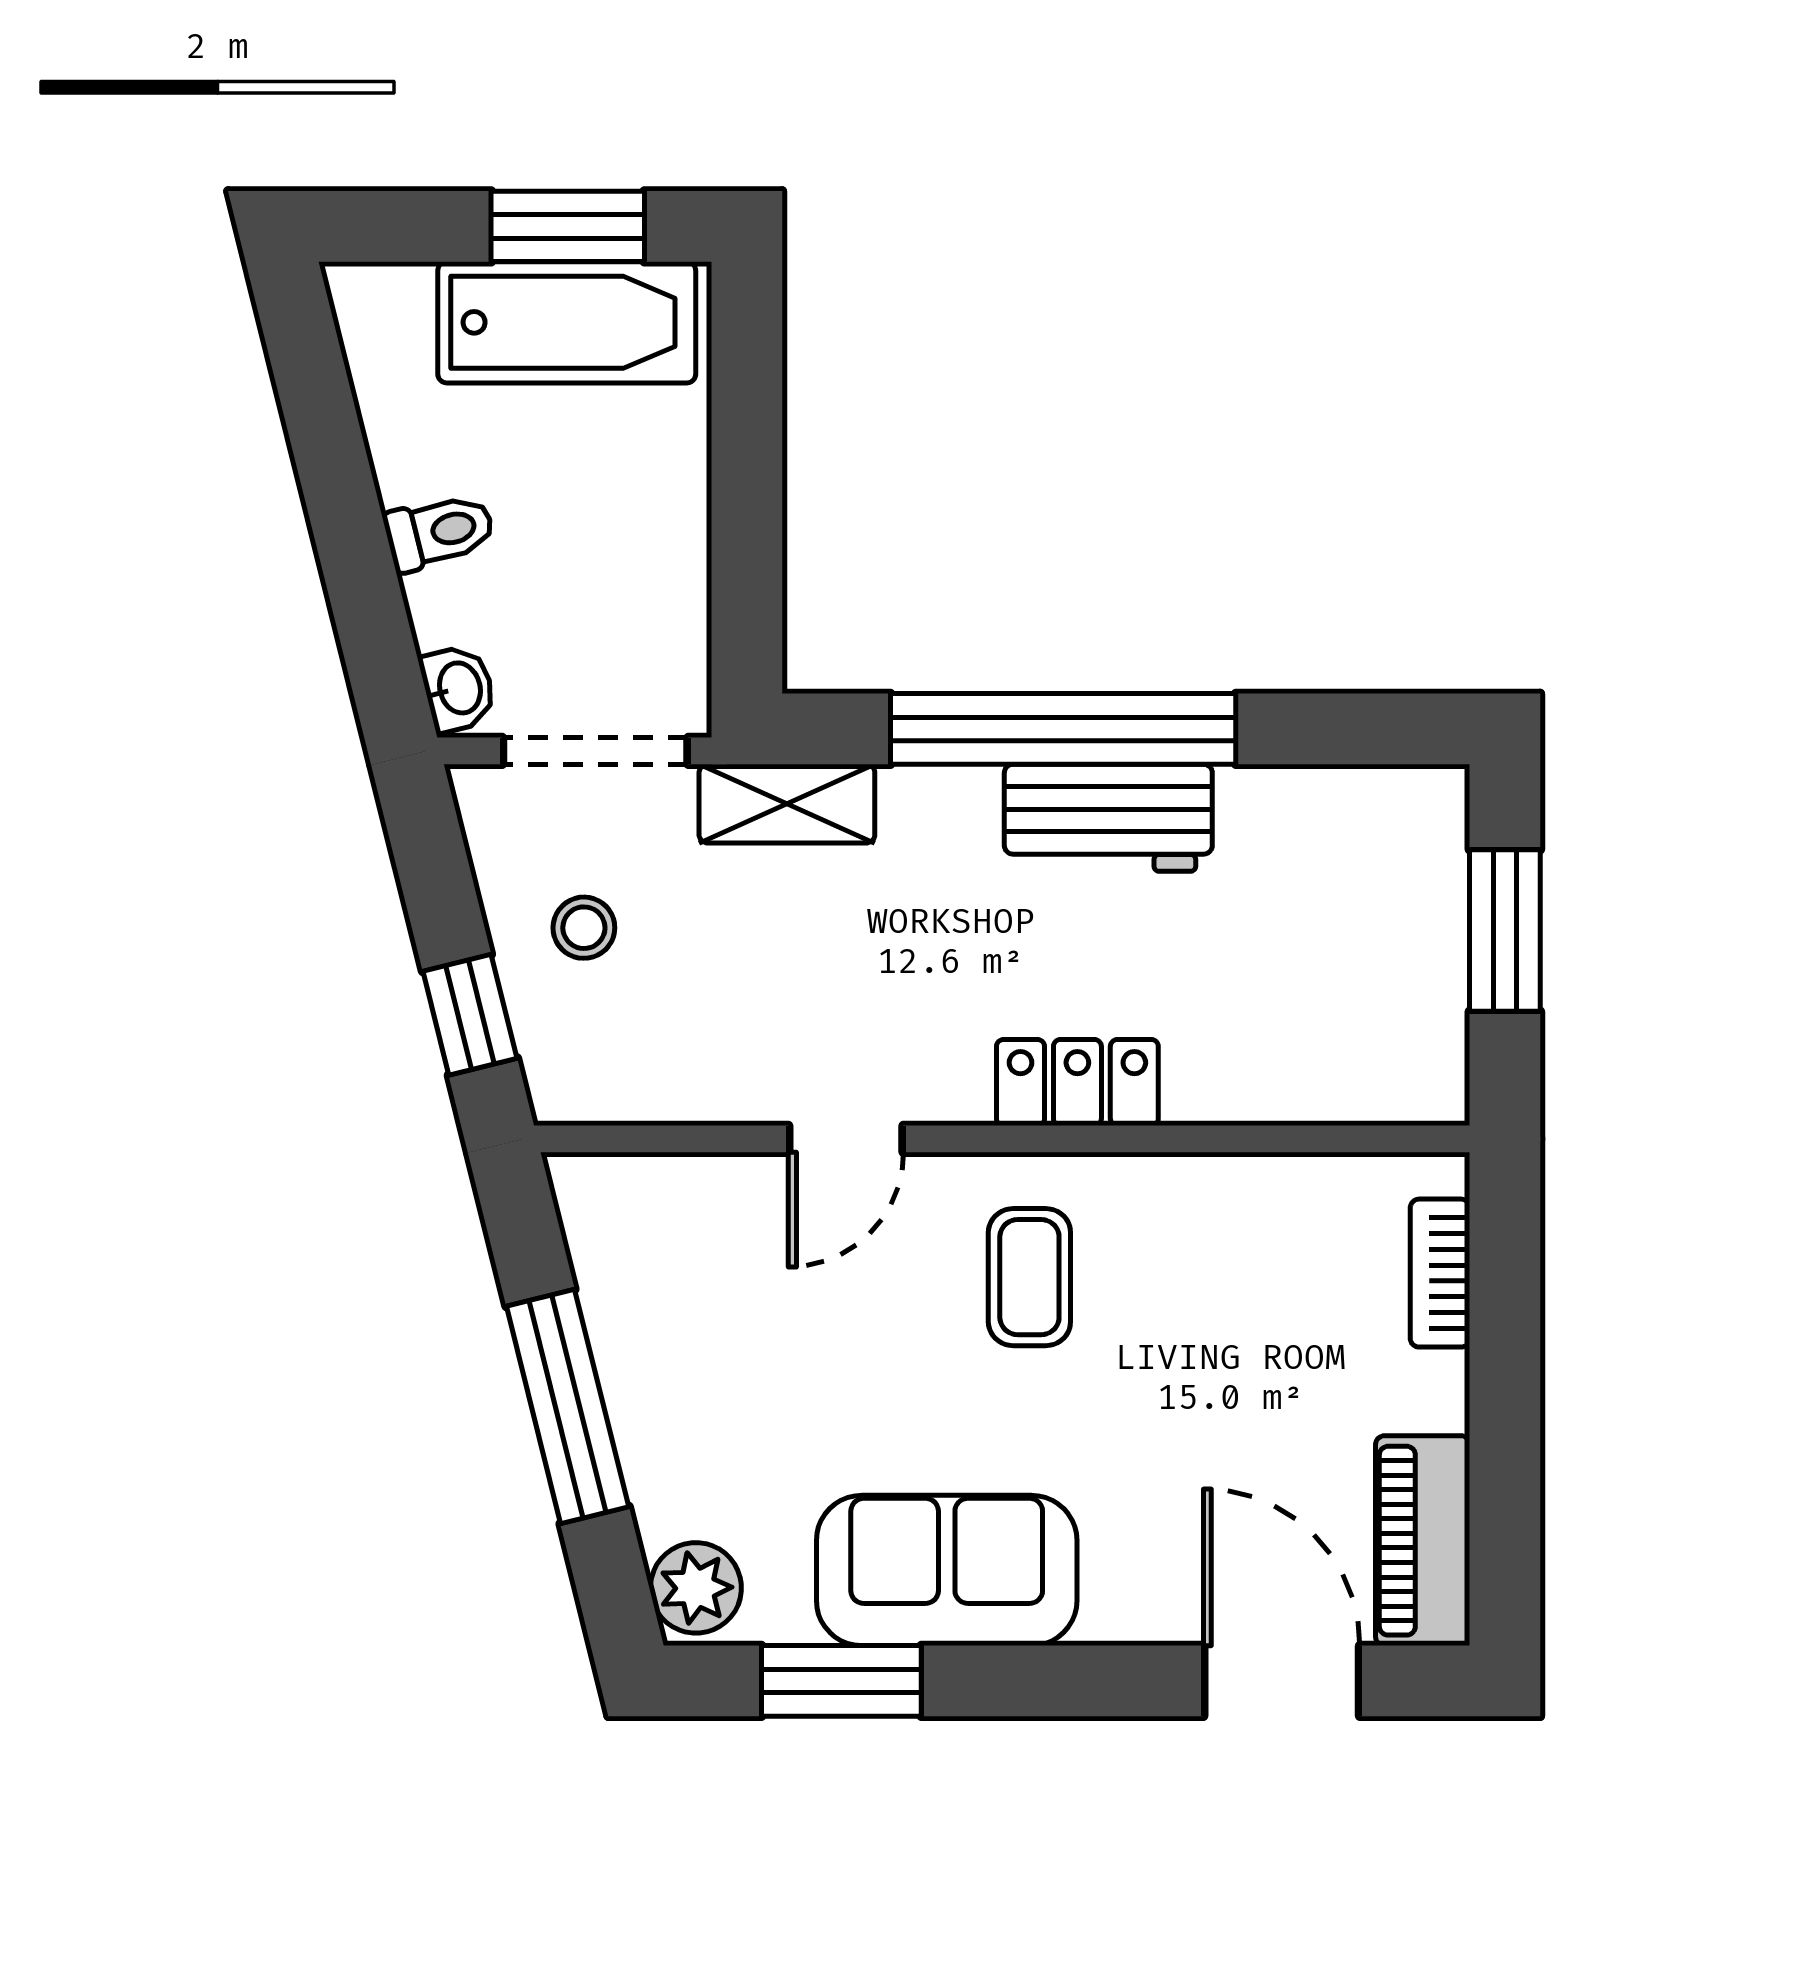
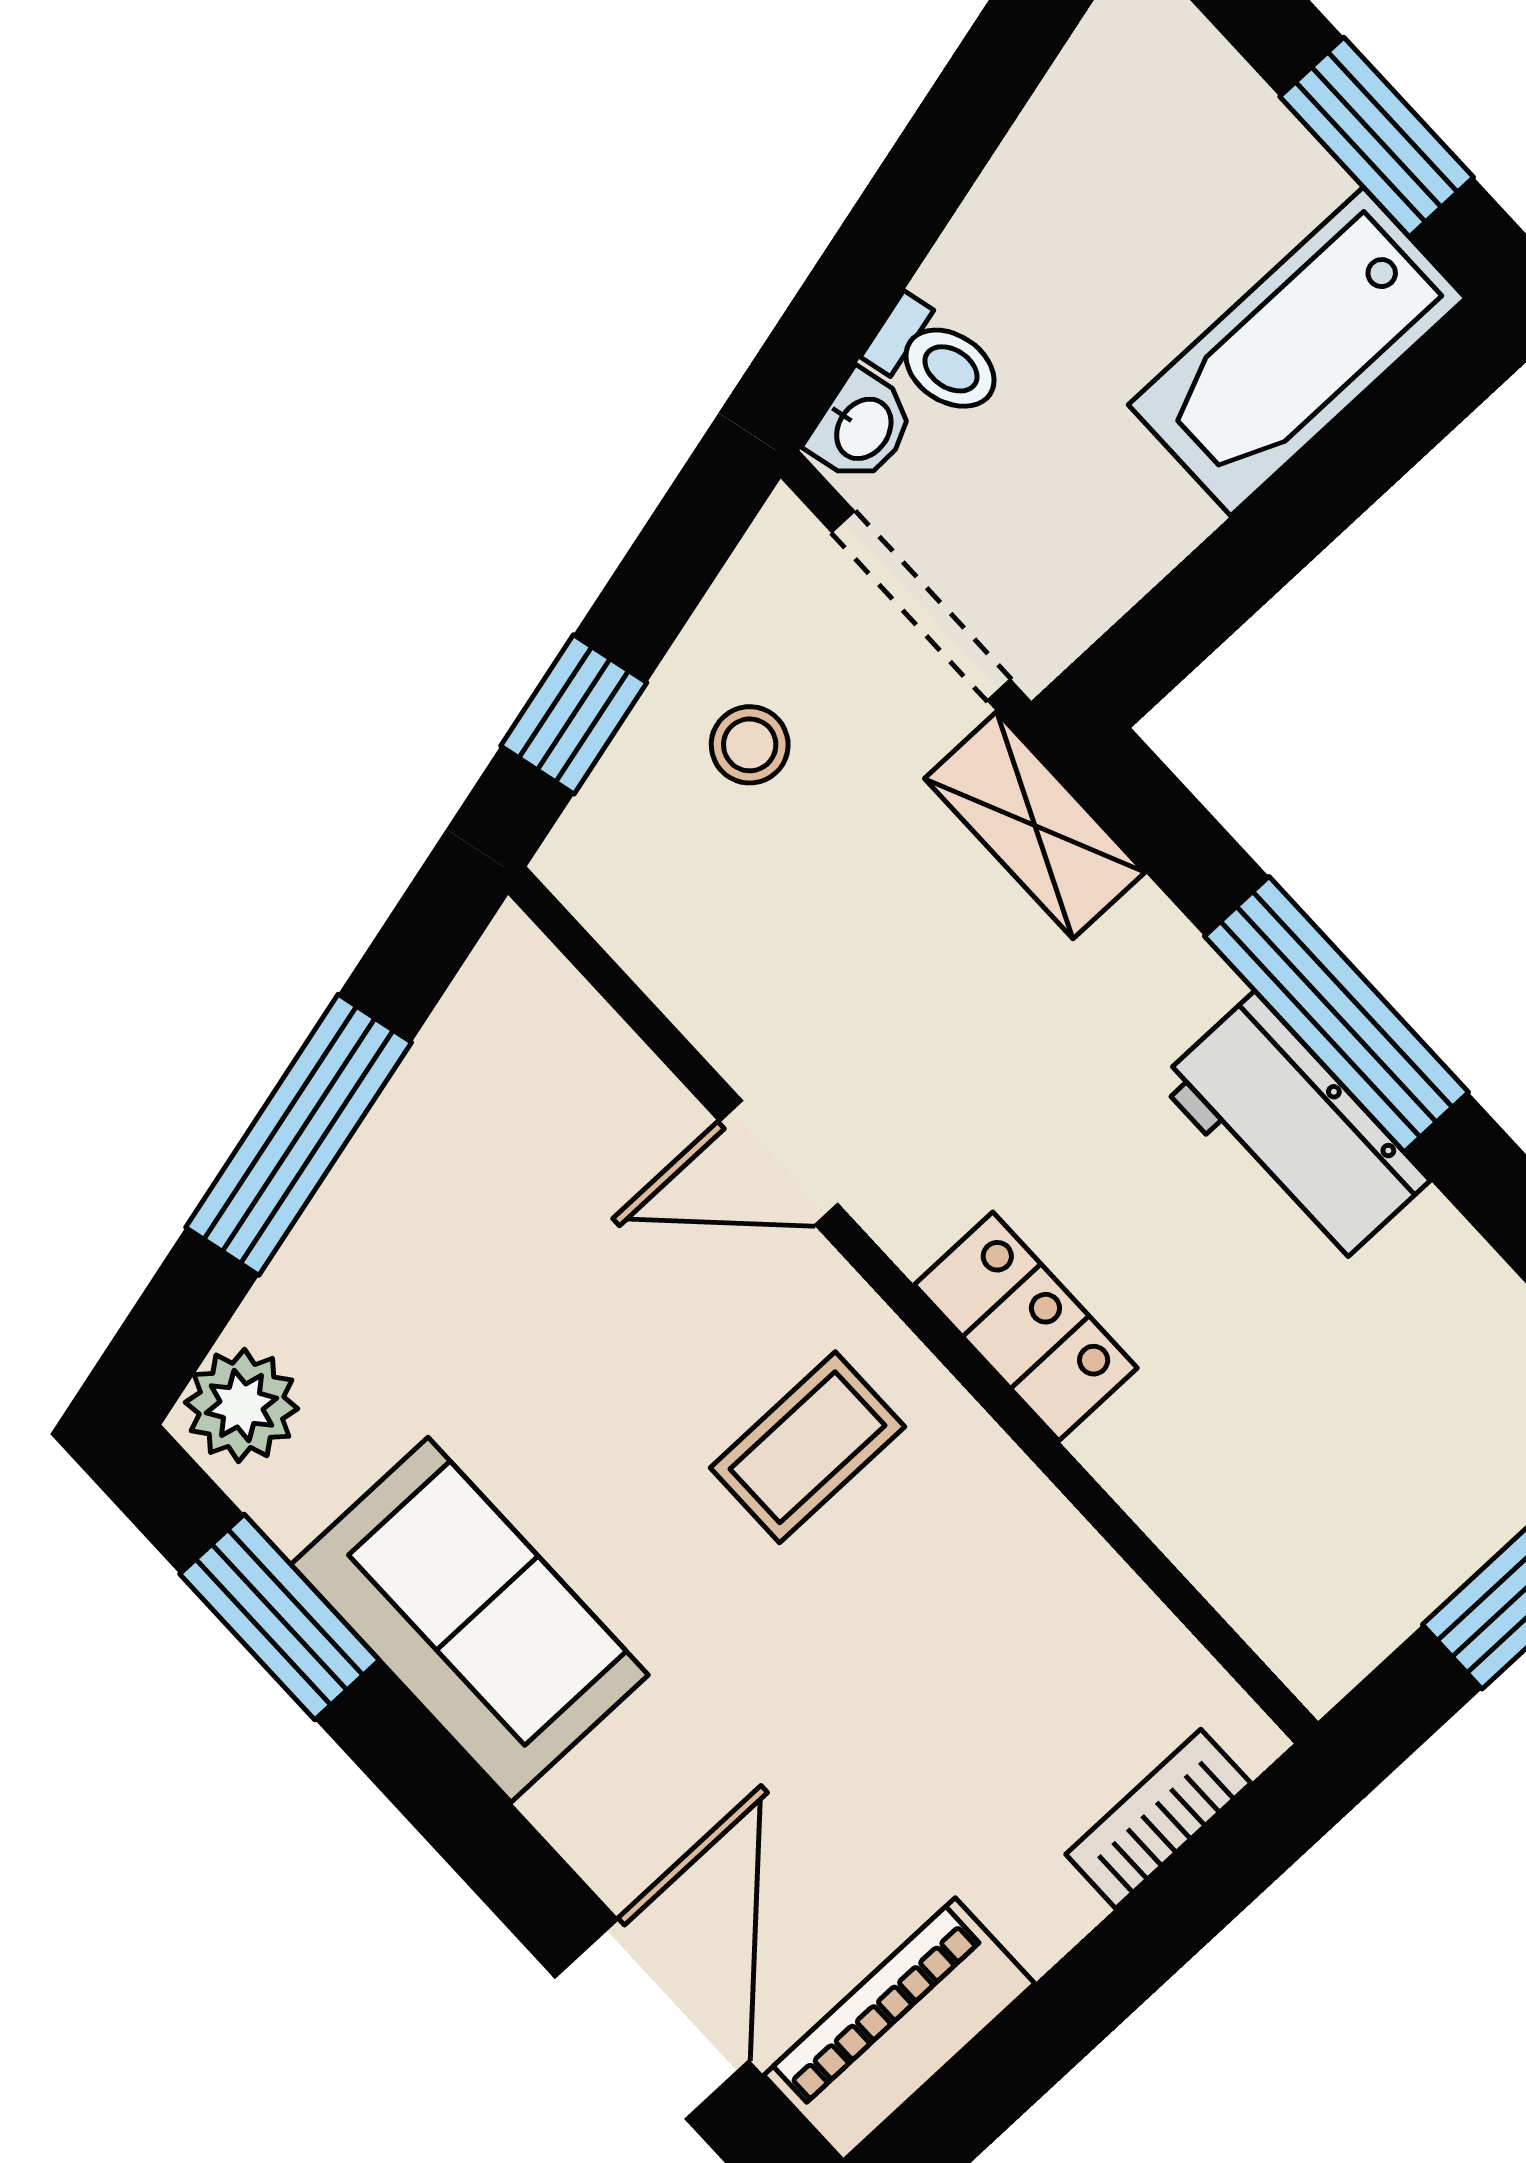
bathtub: (567, 322) -> (1297, 352), moved, turned 90
toilet: (439, 532) -> (936, 359), moved
window: (1063, 729) -> (1337, 1014), width x0.68

